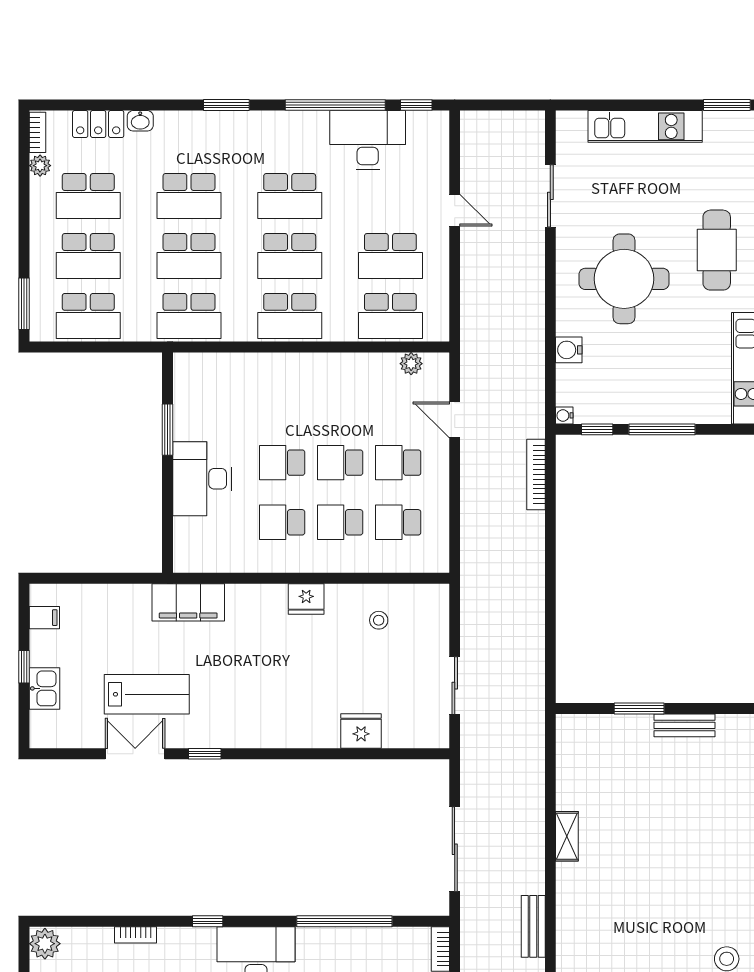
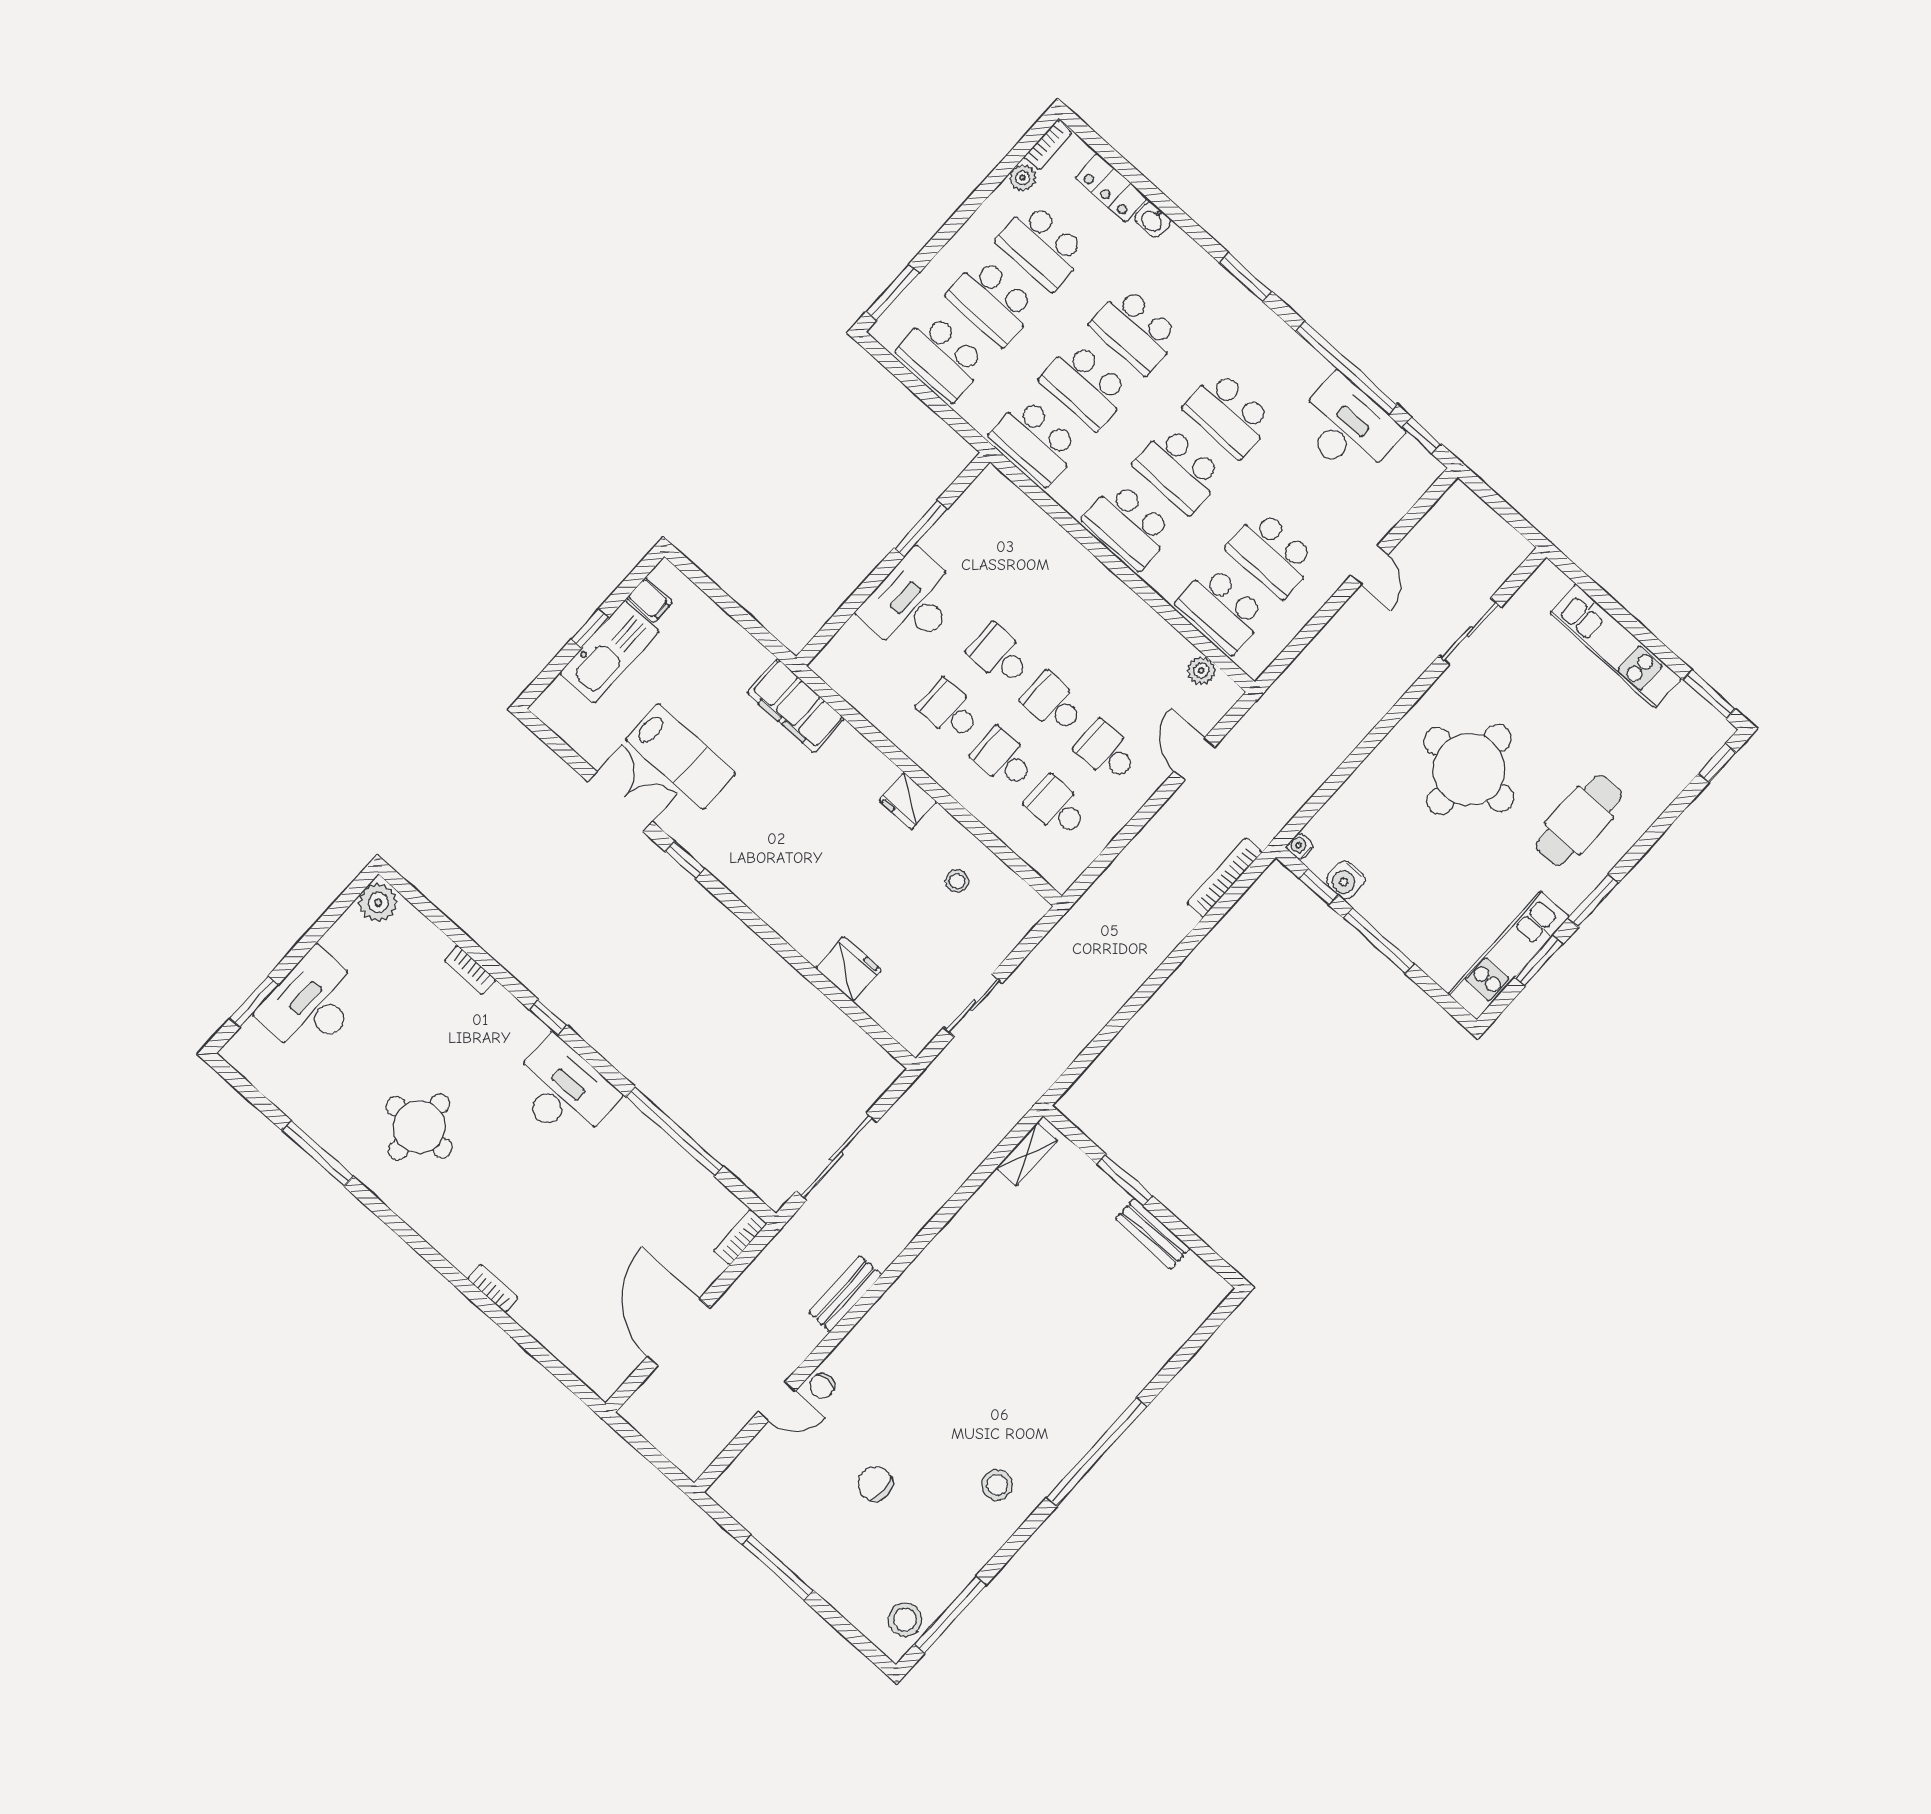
water cooler: (569, 350) -> (1345, 880), moved, turned -90
kitchen sink: (44, 688) -> (609, 652), width x1.87, depth x1.24
shelving: (567, 836) -> (1027, 1154), moved

